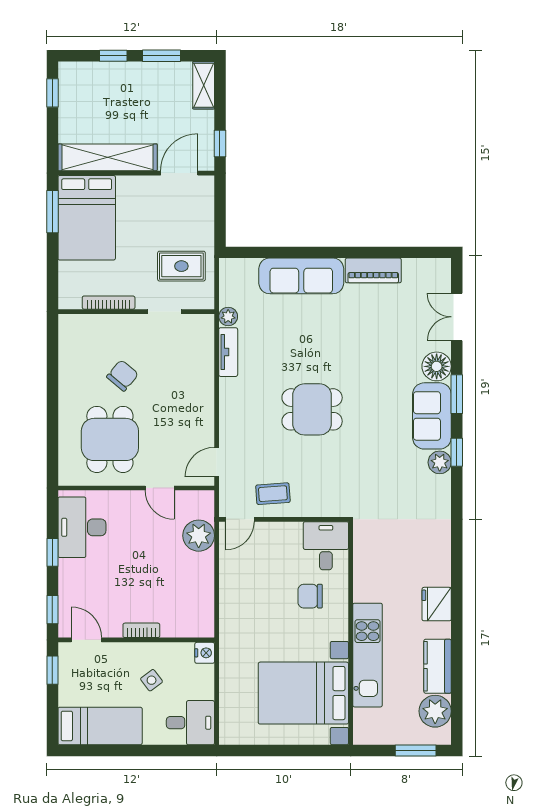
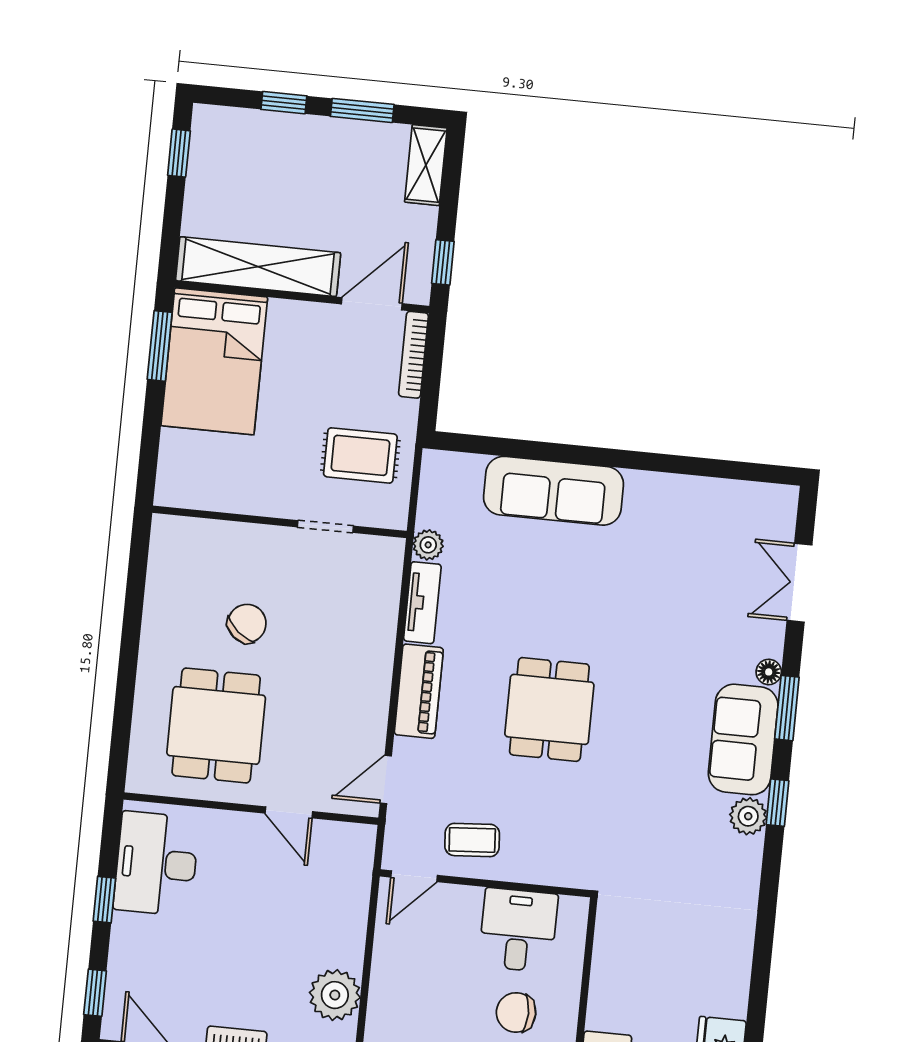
piano: (373, 270) -> (419, 691), moved, turned -90
bookcase: (109, 303) -> (414, 355), moved, turned -90
floor lamp: (437, 366) -> (769, 672), width x0.53, depth x0.53
dining table: (312, 409) -> (549, 709), turned 90
plant: (199, 536) -> (335, 995), moved
desk: (326, 546) -> (518, 930), moved

